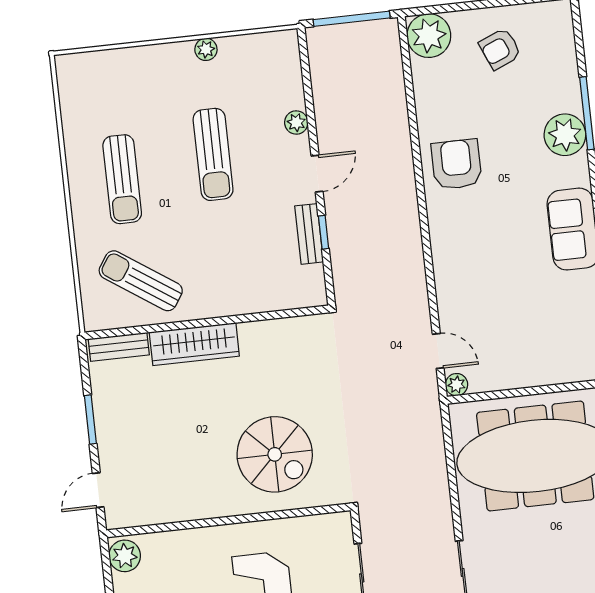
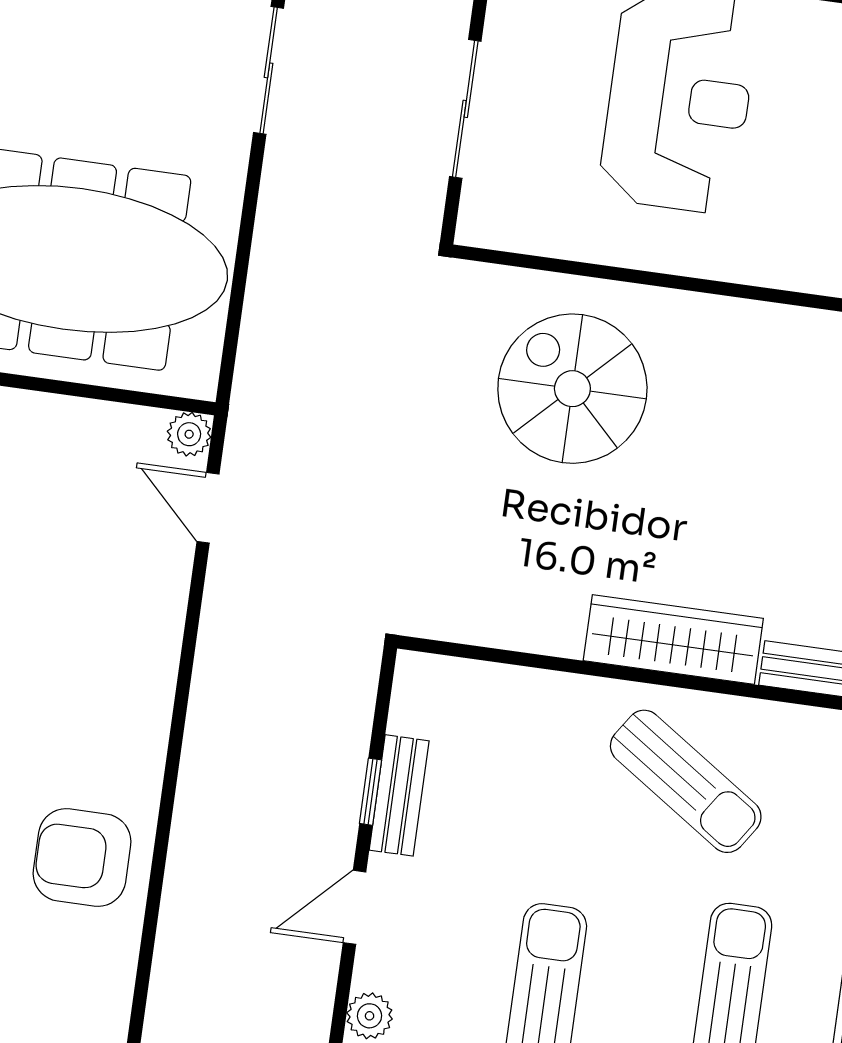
armchair: (456, 164) -> (82, 857), turned 90
sun lounger: (141, 281) -> (686, 781), moved

